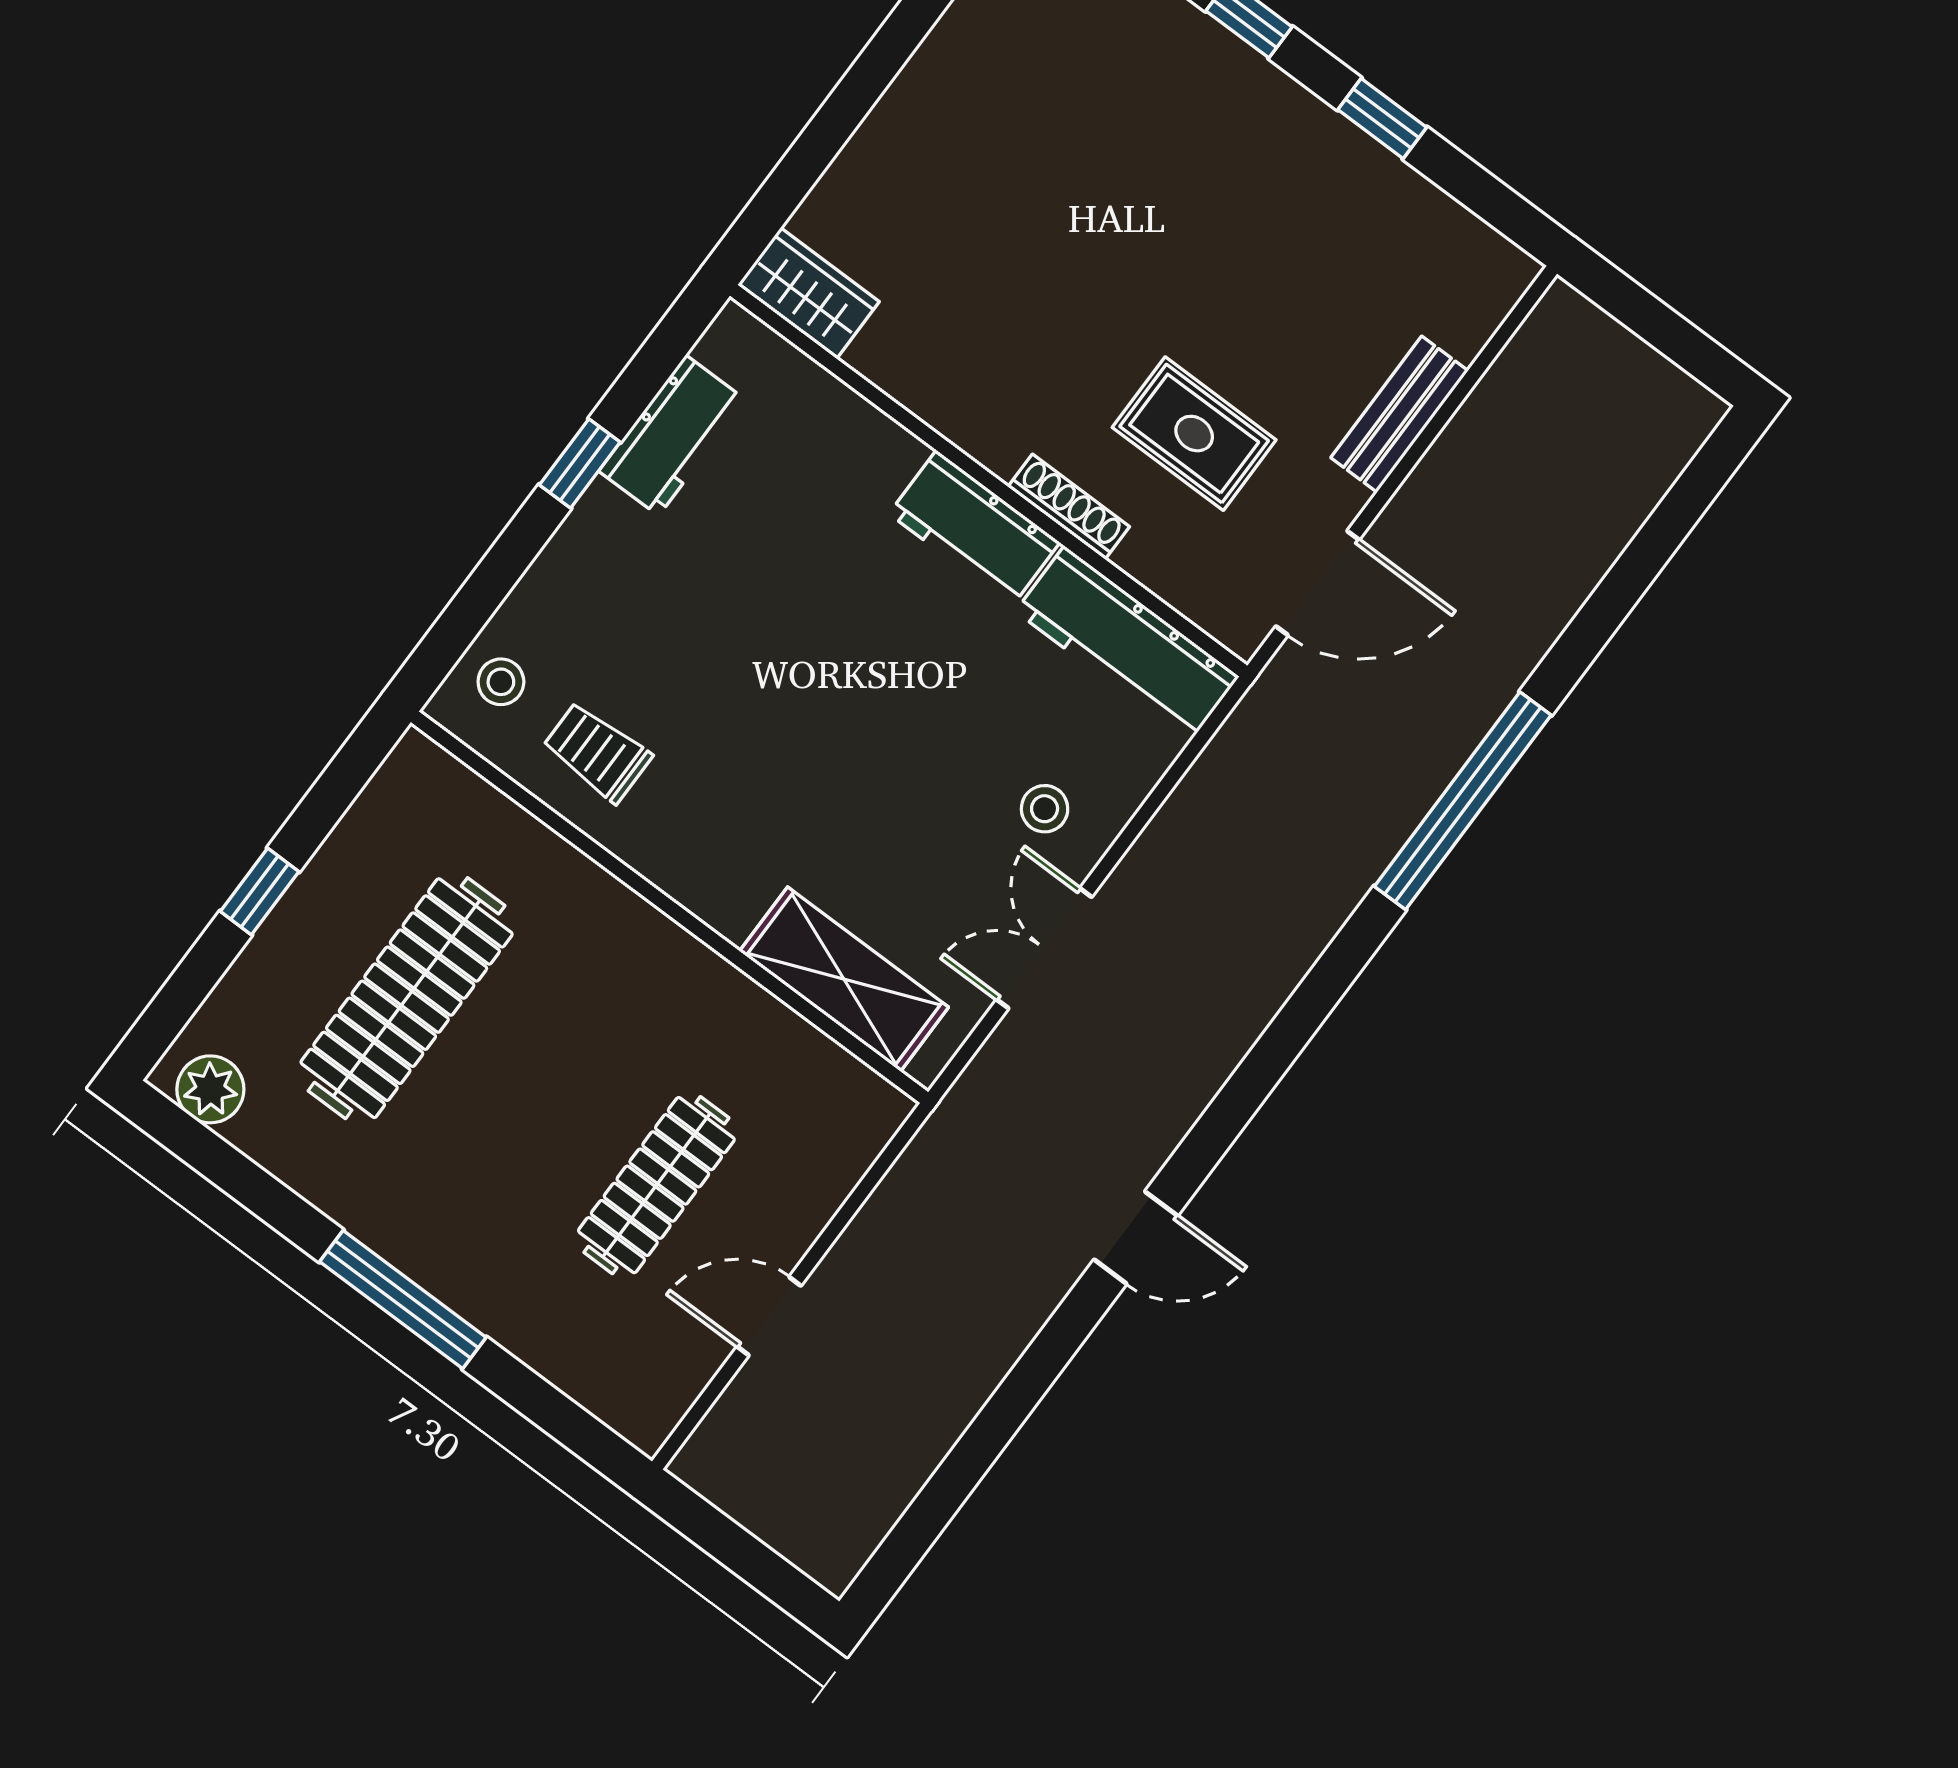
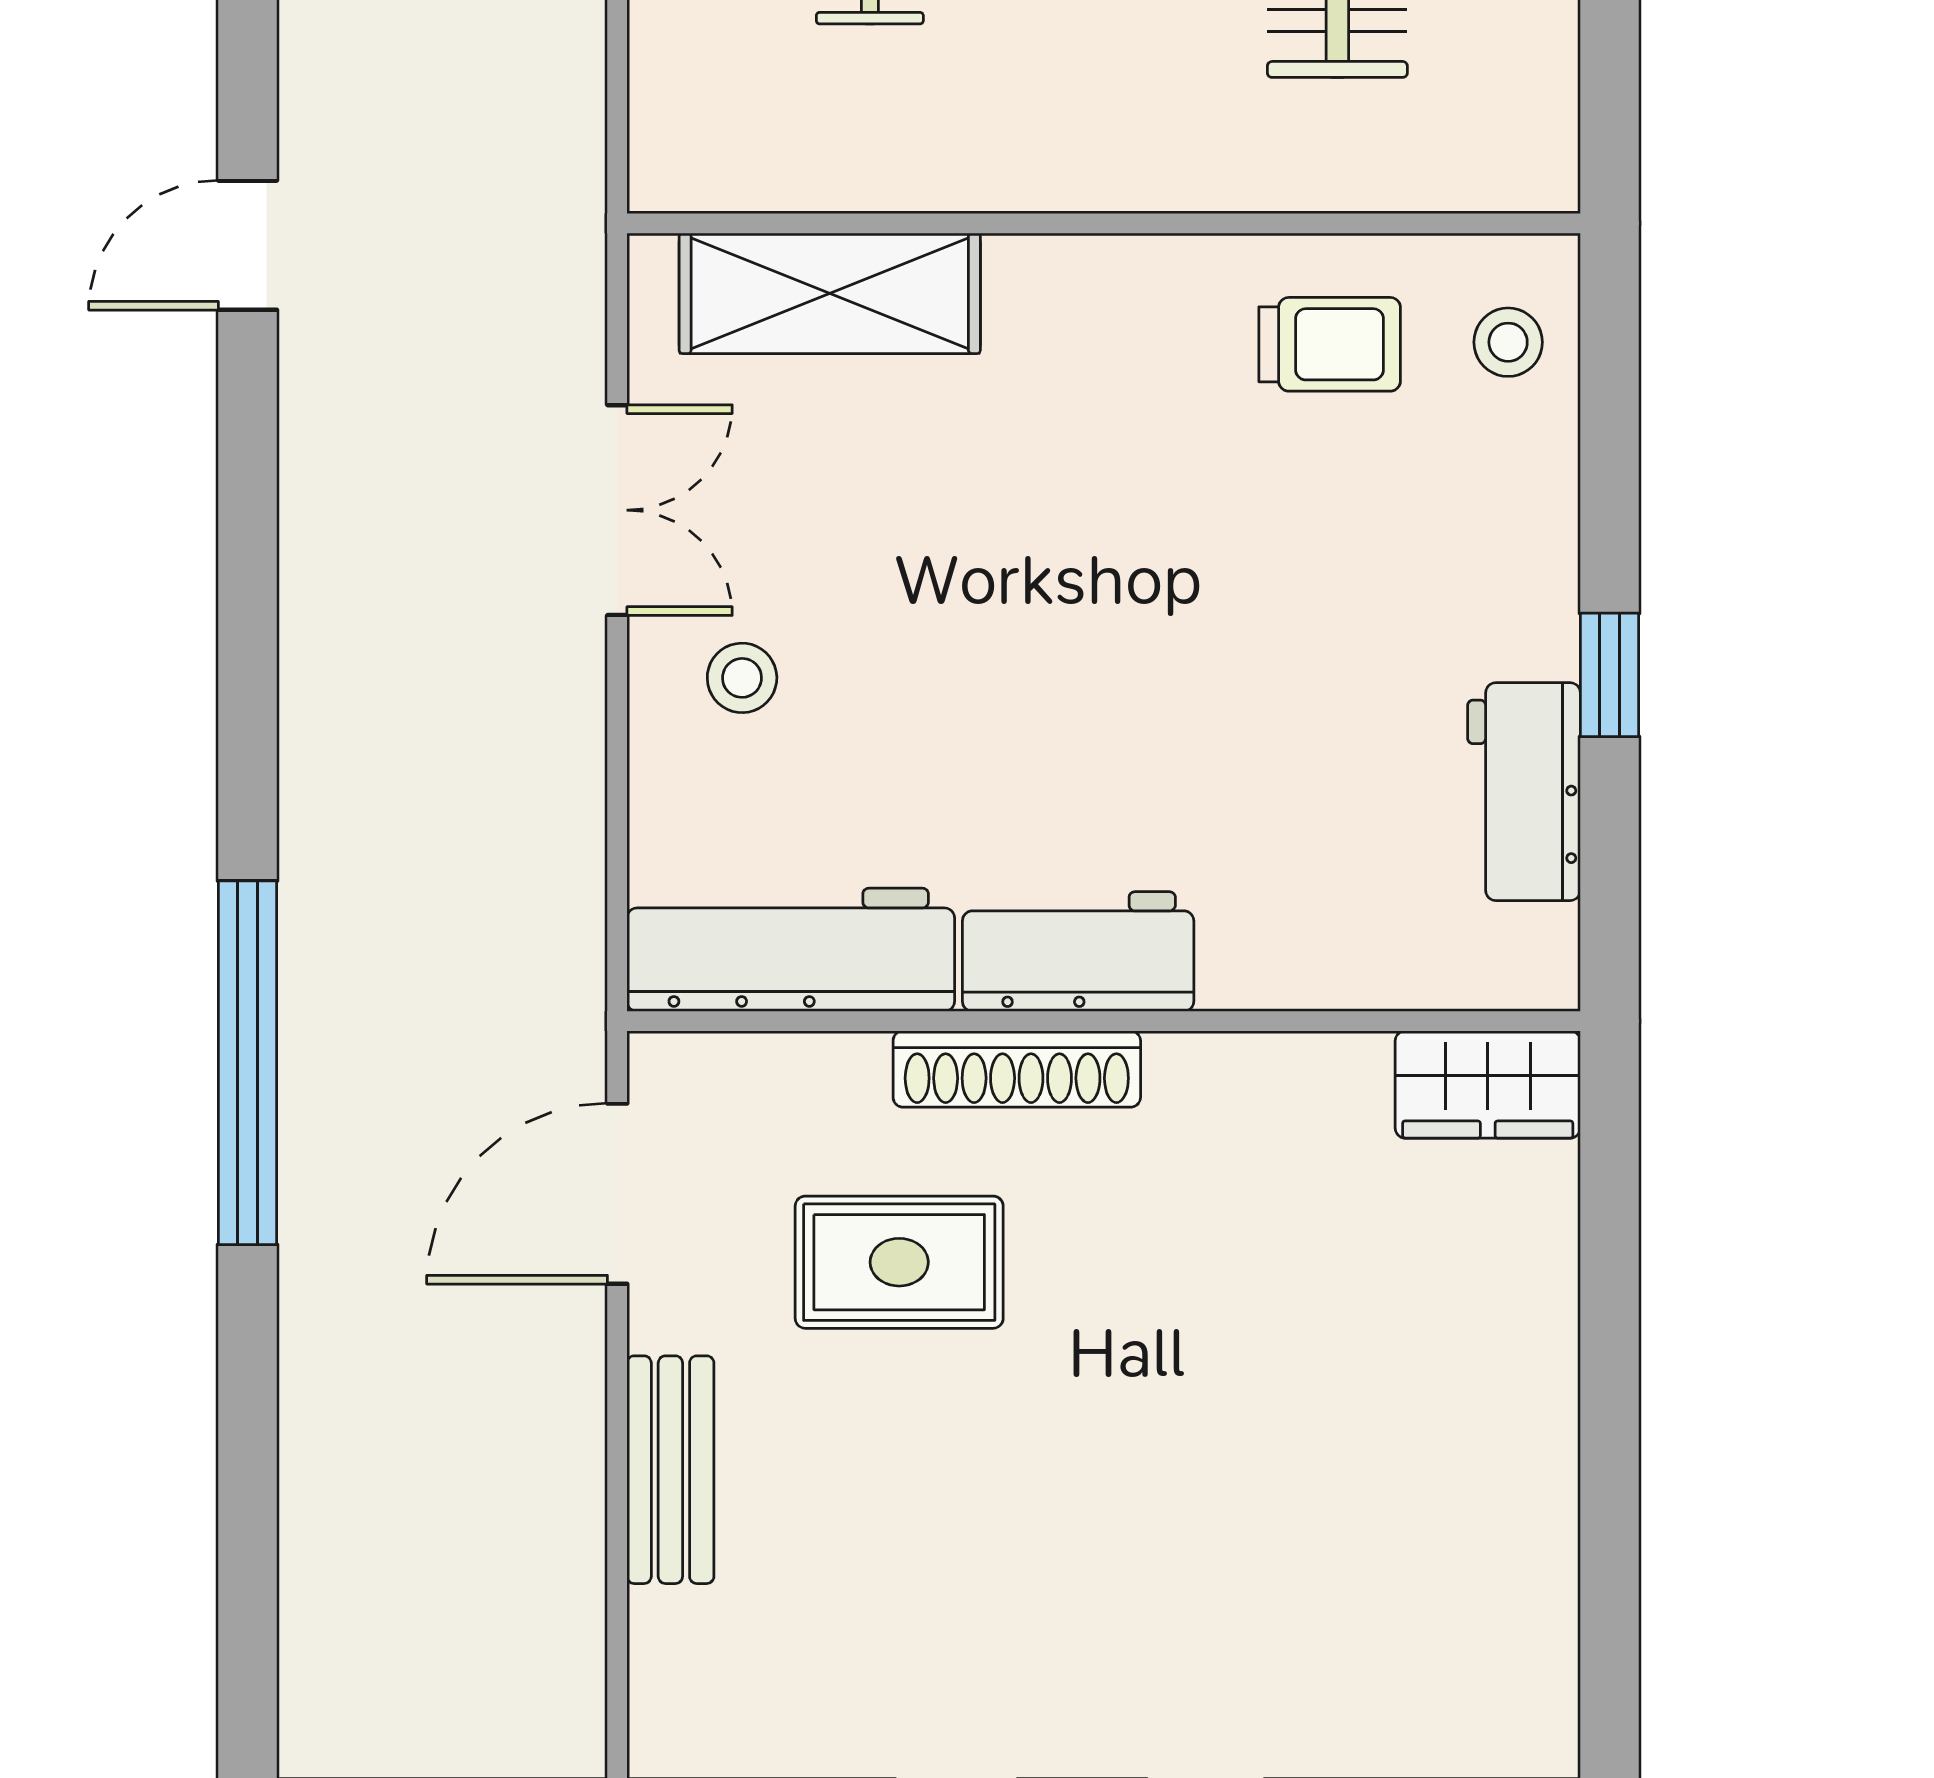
shoe rack: (1069, 507) -> (1017, 1069), width x1.36, depth x1.24

